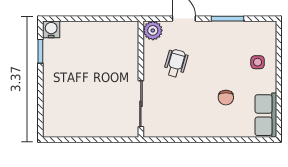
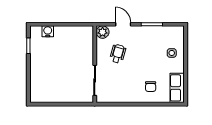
water cooler: (51, 29) -> (48, 31), moved
chair: (226, 98) -> (151, 87), moved

